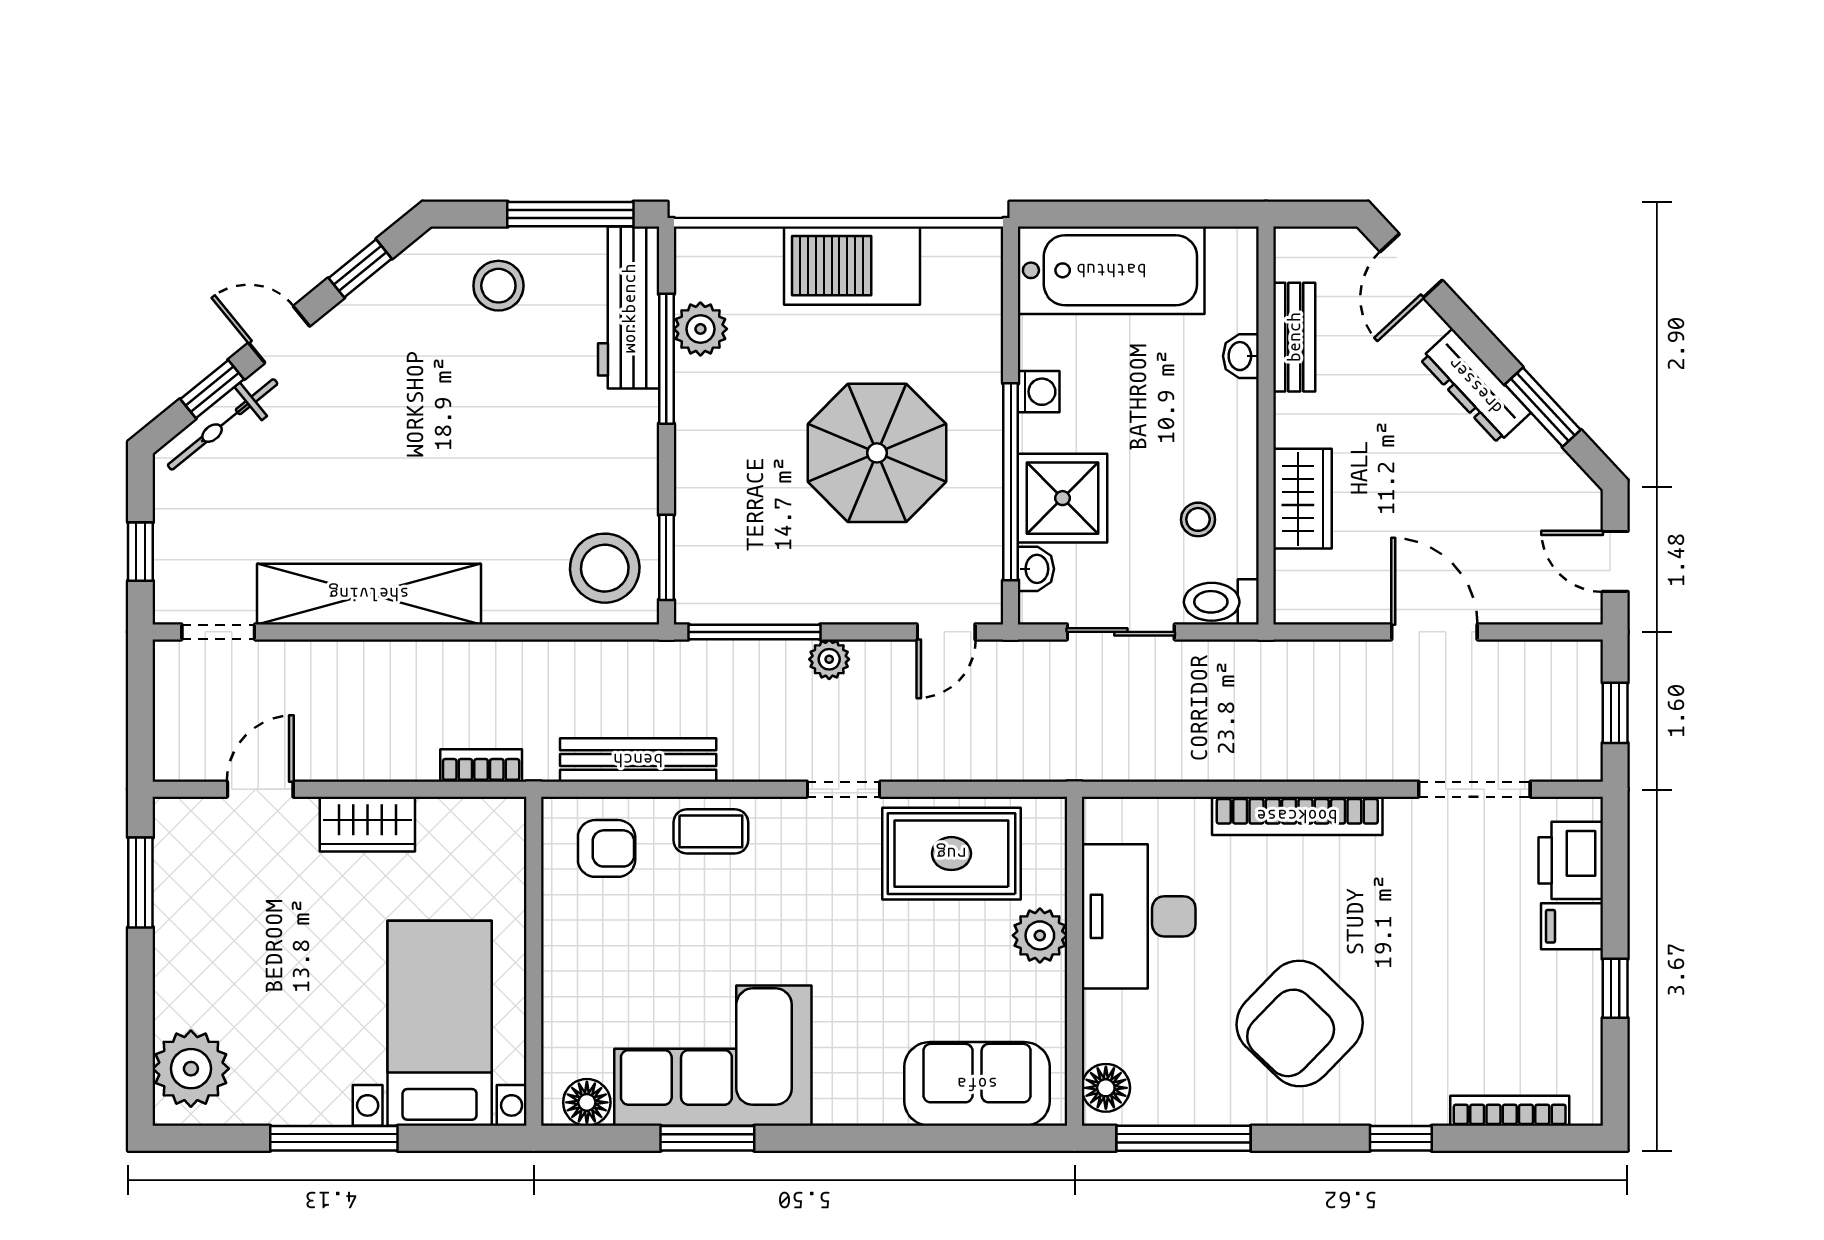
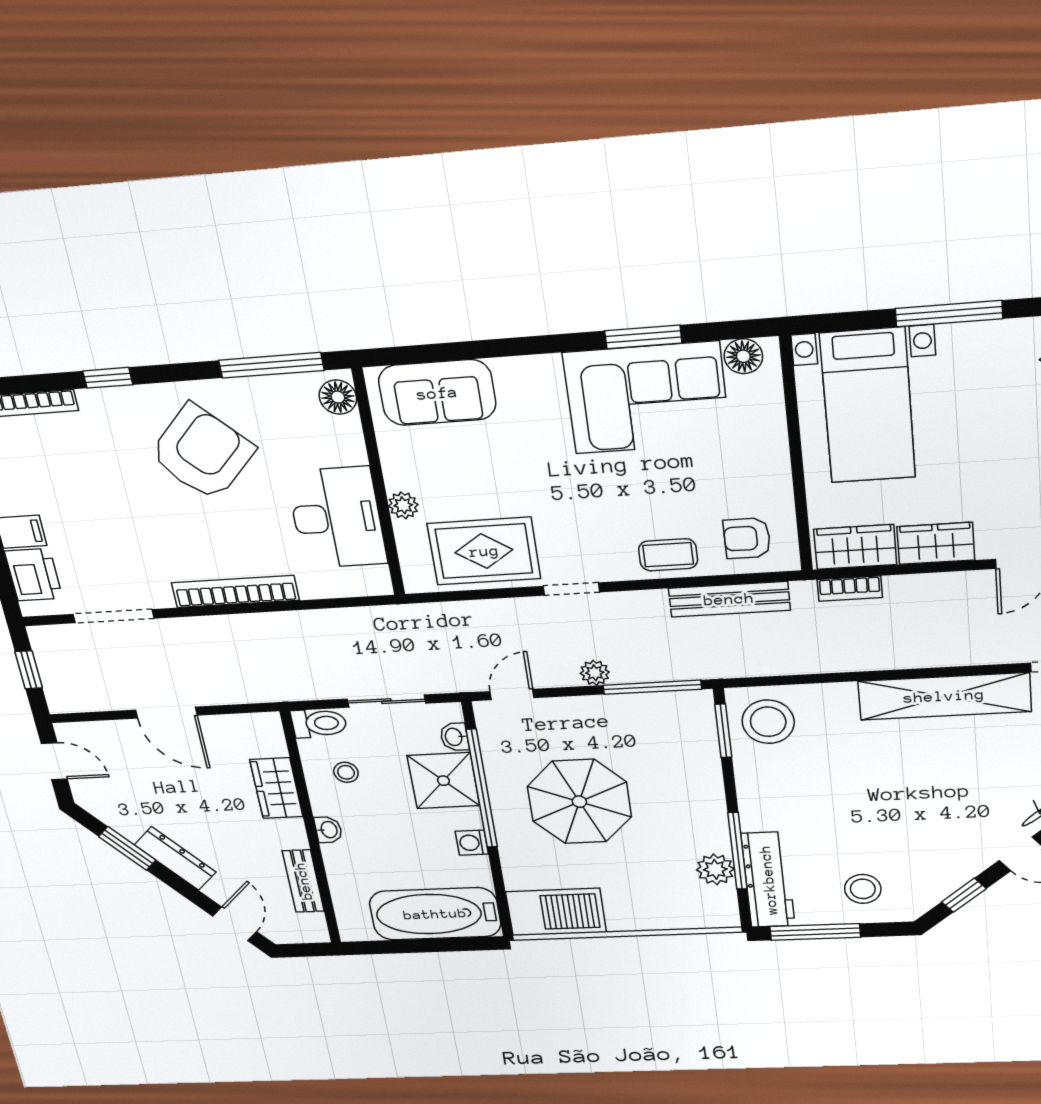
barbecue: (852, 266) -> (556, 912), moved
washbasin: (1241, 356) -> (328, 830), moved
wardrobe: (470, 826) -> (855, 547), added
plant: (1040, 935) -> (403, 505), width x0.73, depth x0.73

